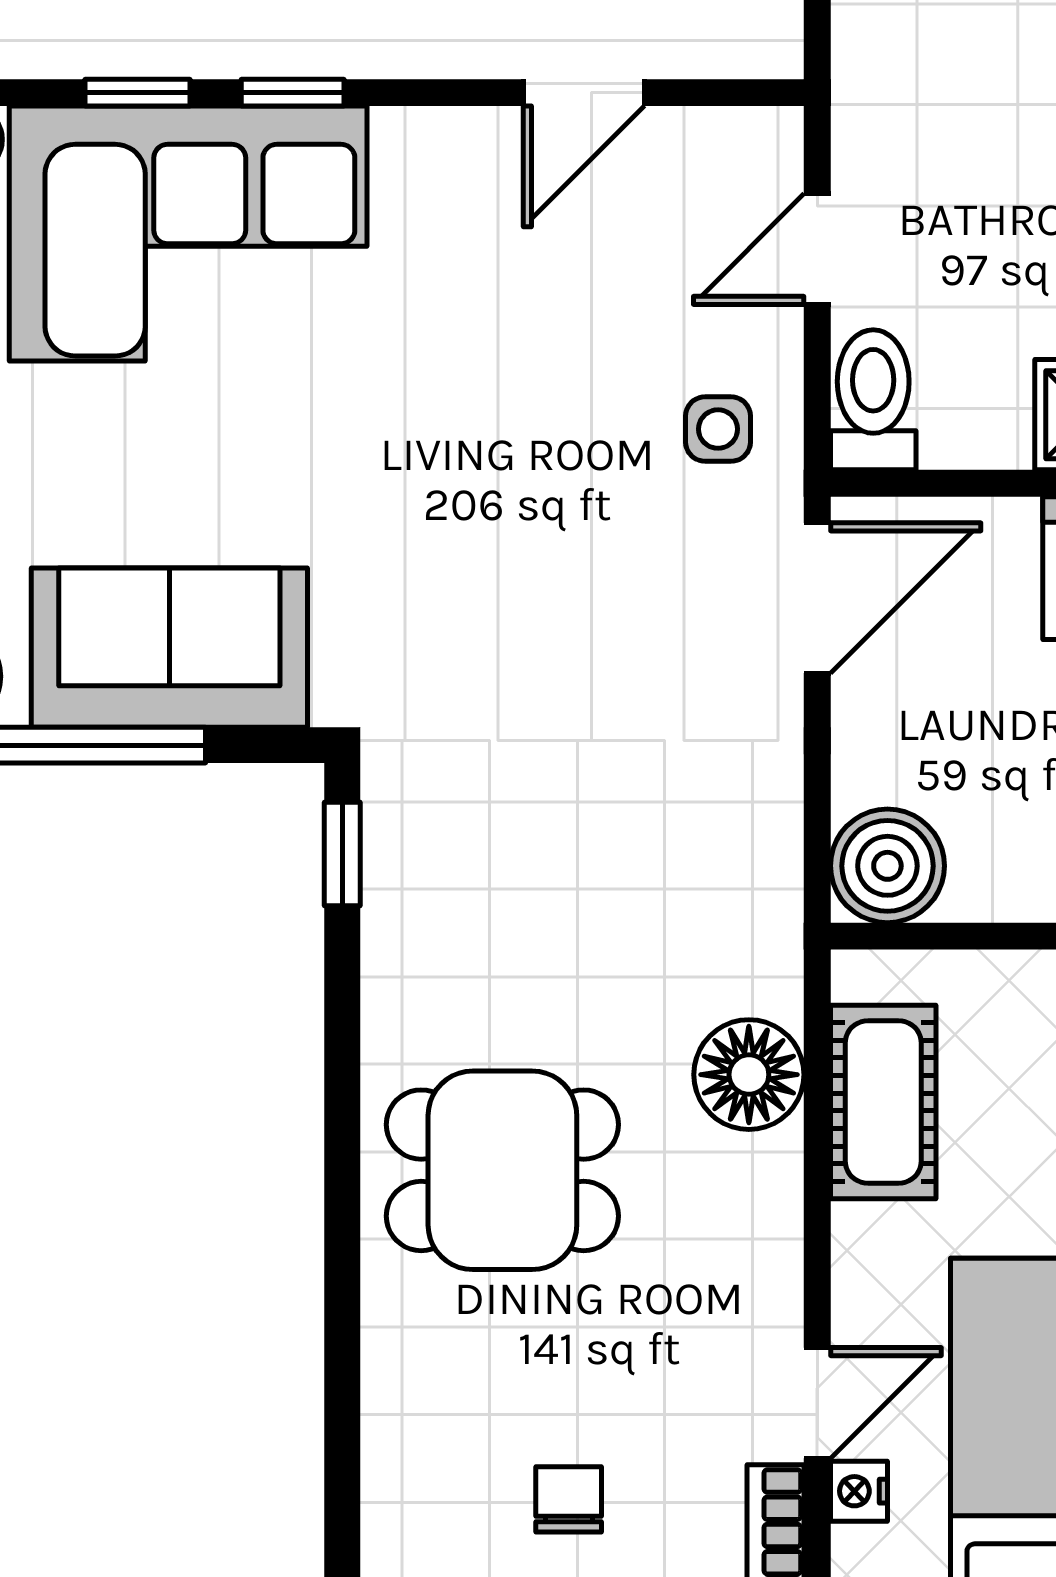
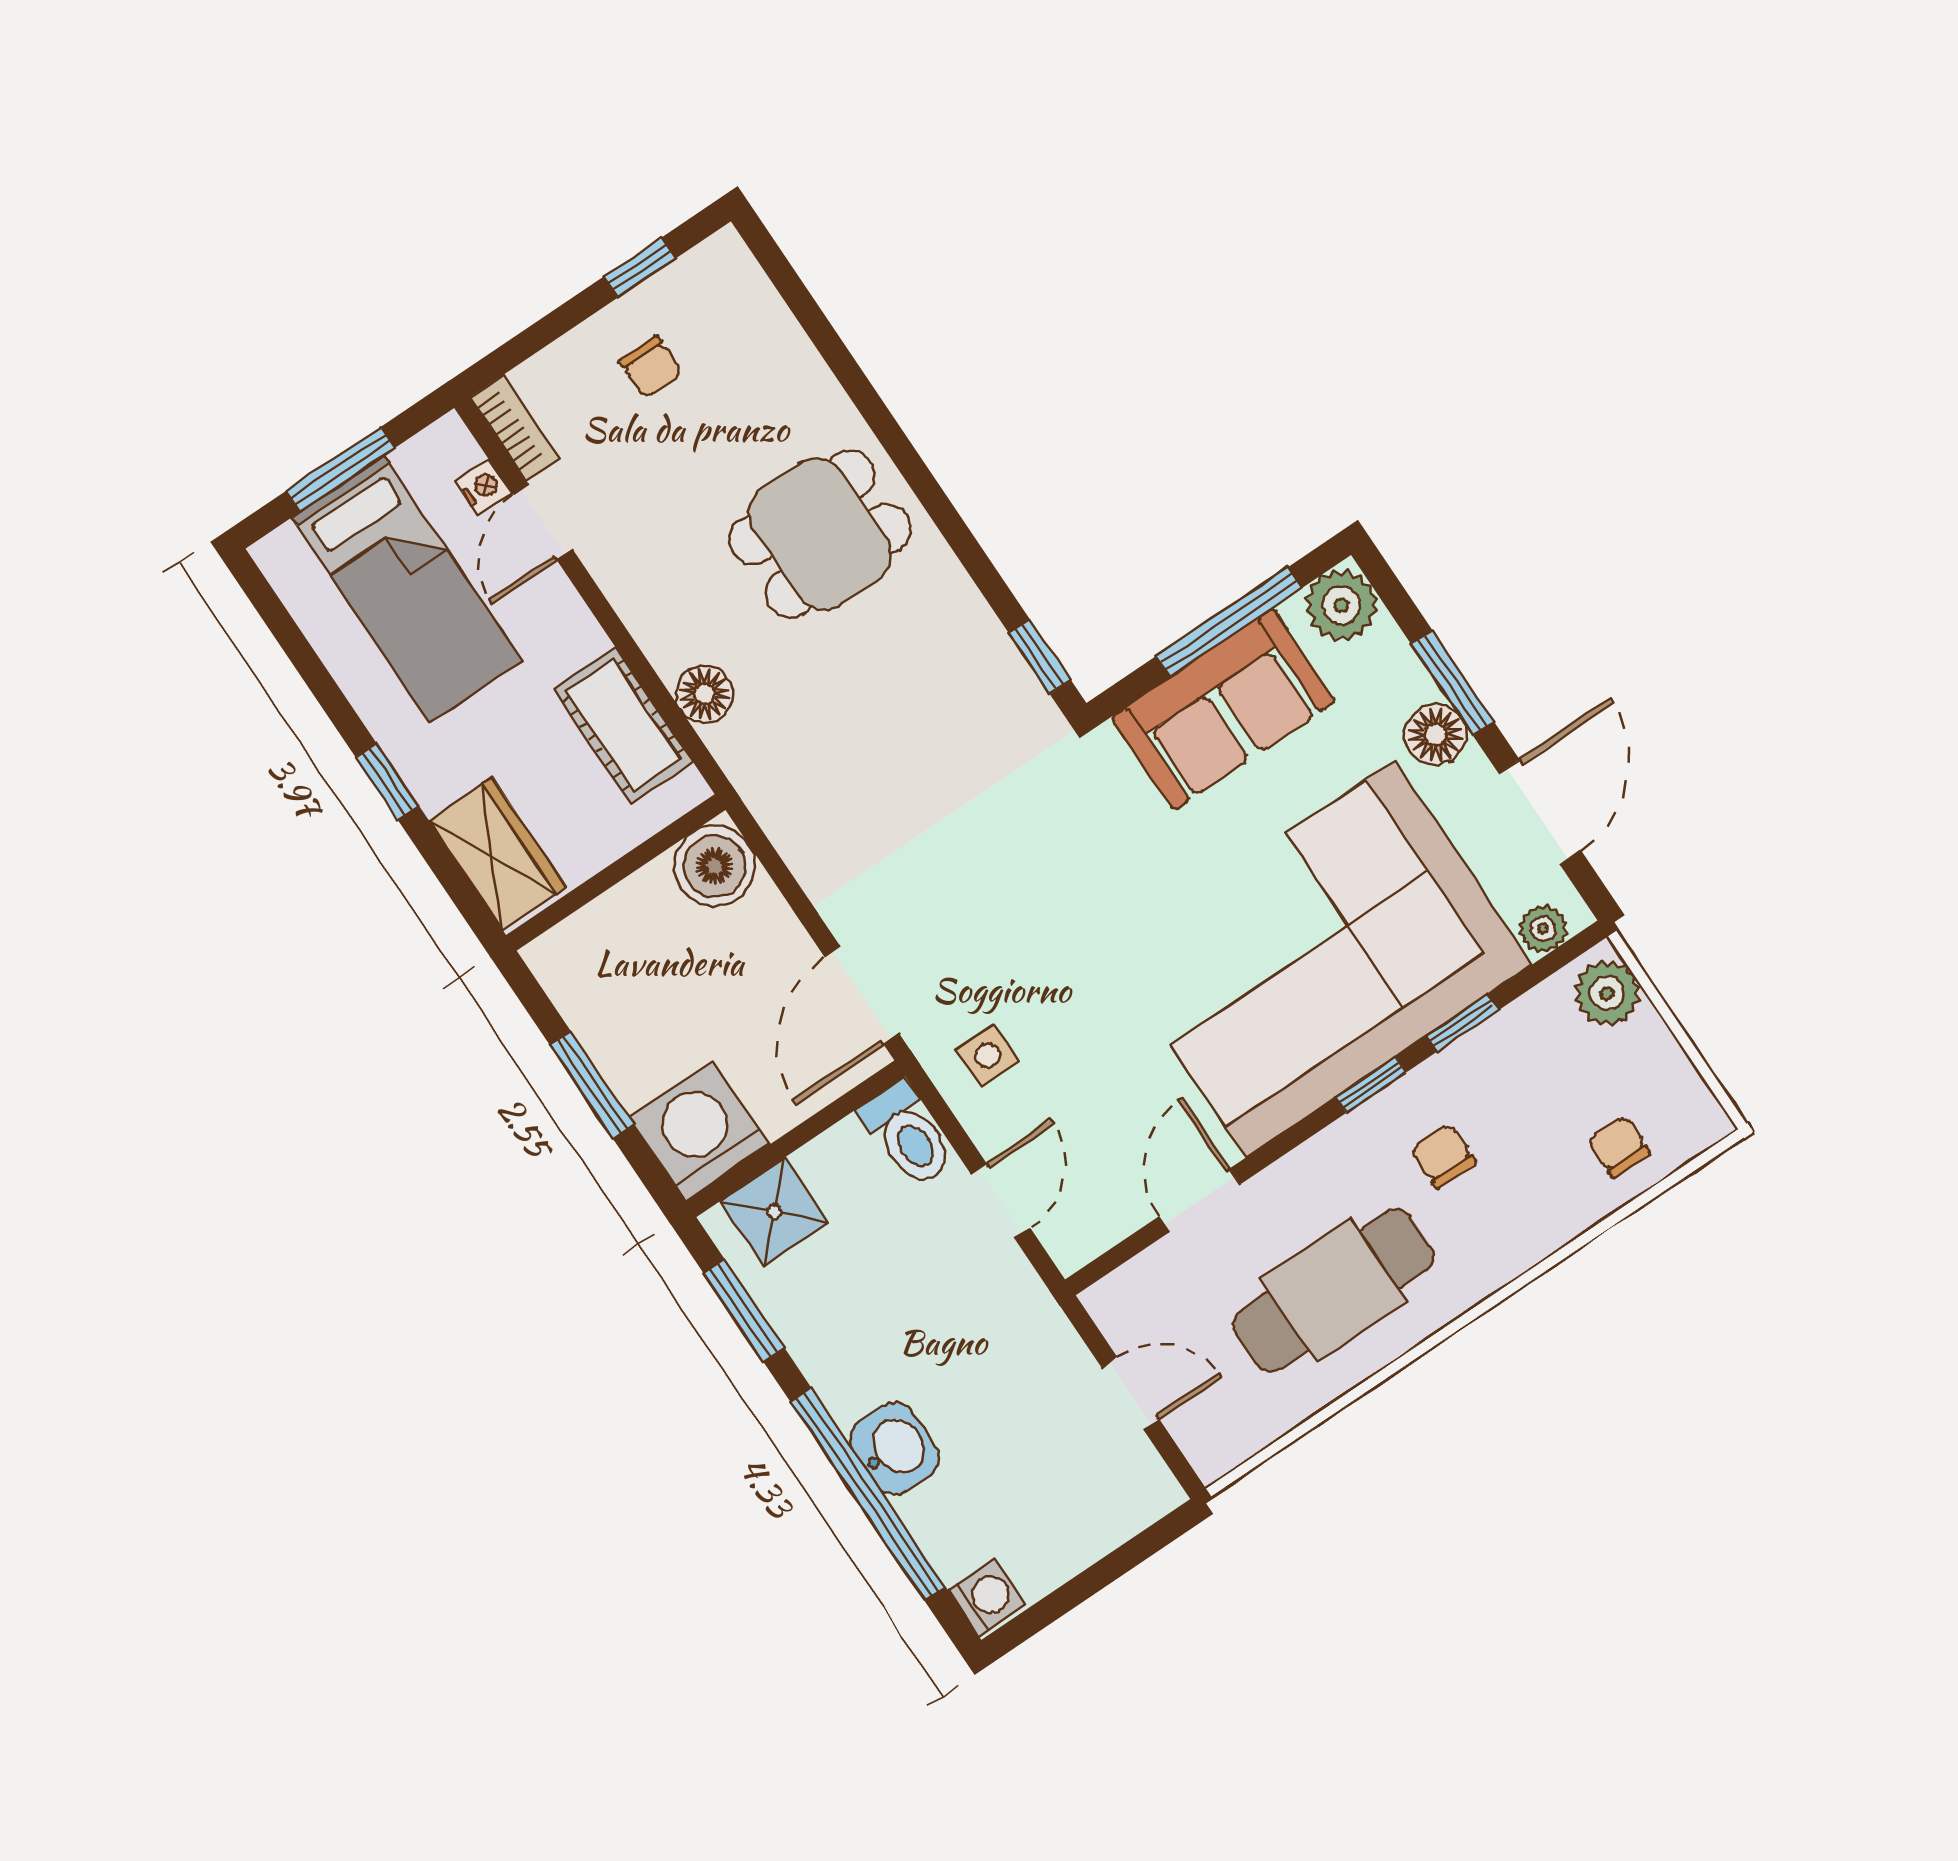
corner sofa: (188, 234) -> (1320, 959), width x1.36, depth x1.36
floor lamp: (749, 1075) -> (704, 694), width x0.73, depth x0.73

